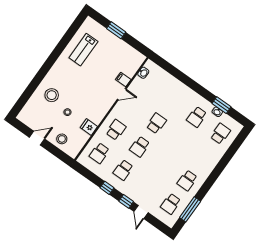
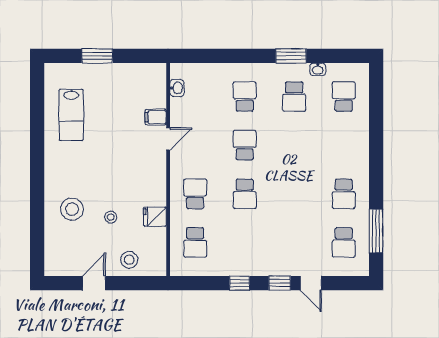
window: (221, 105) -> (291, 56), moved
school desk: (123, 170) -> (245, 97), moved, turned 180

